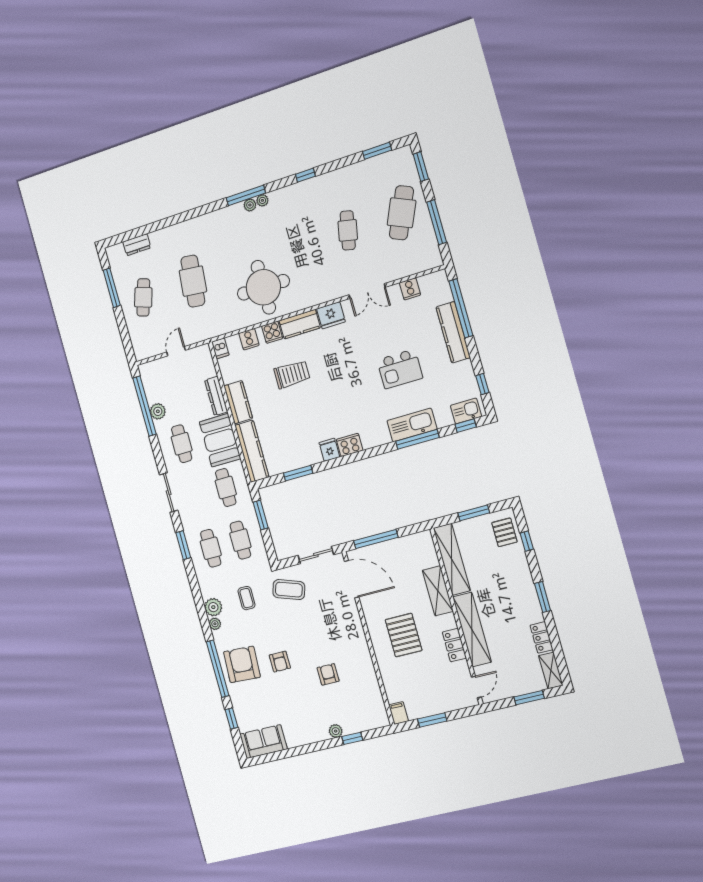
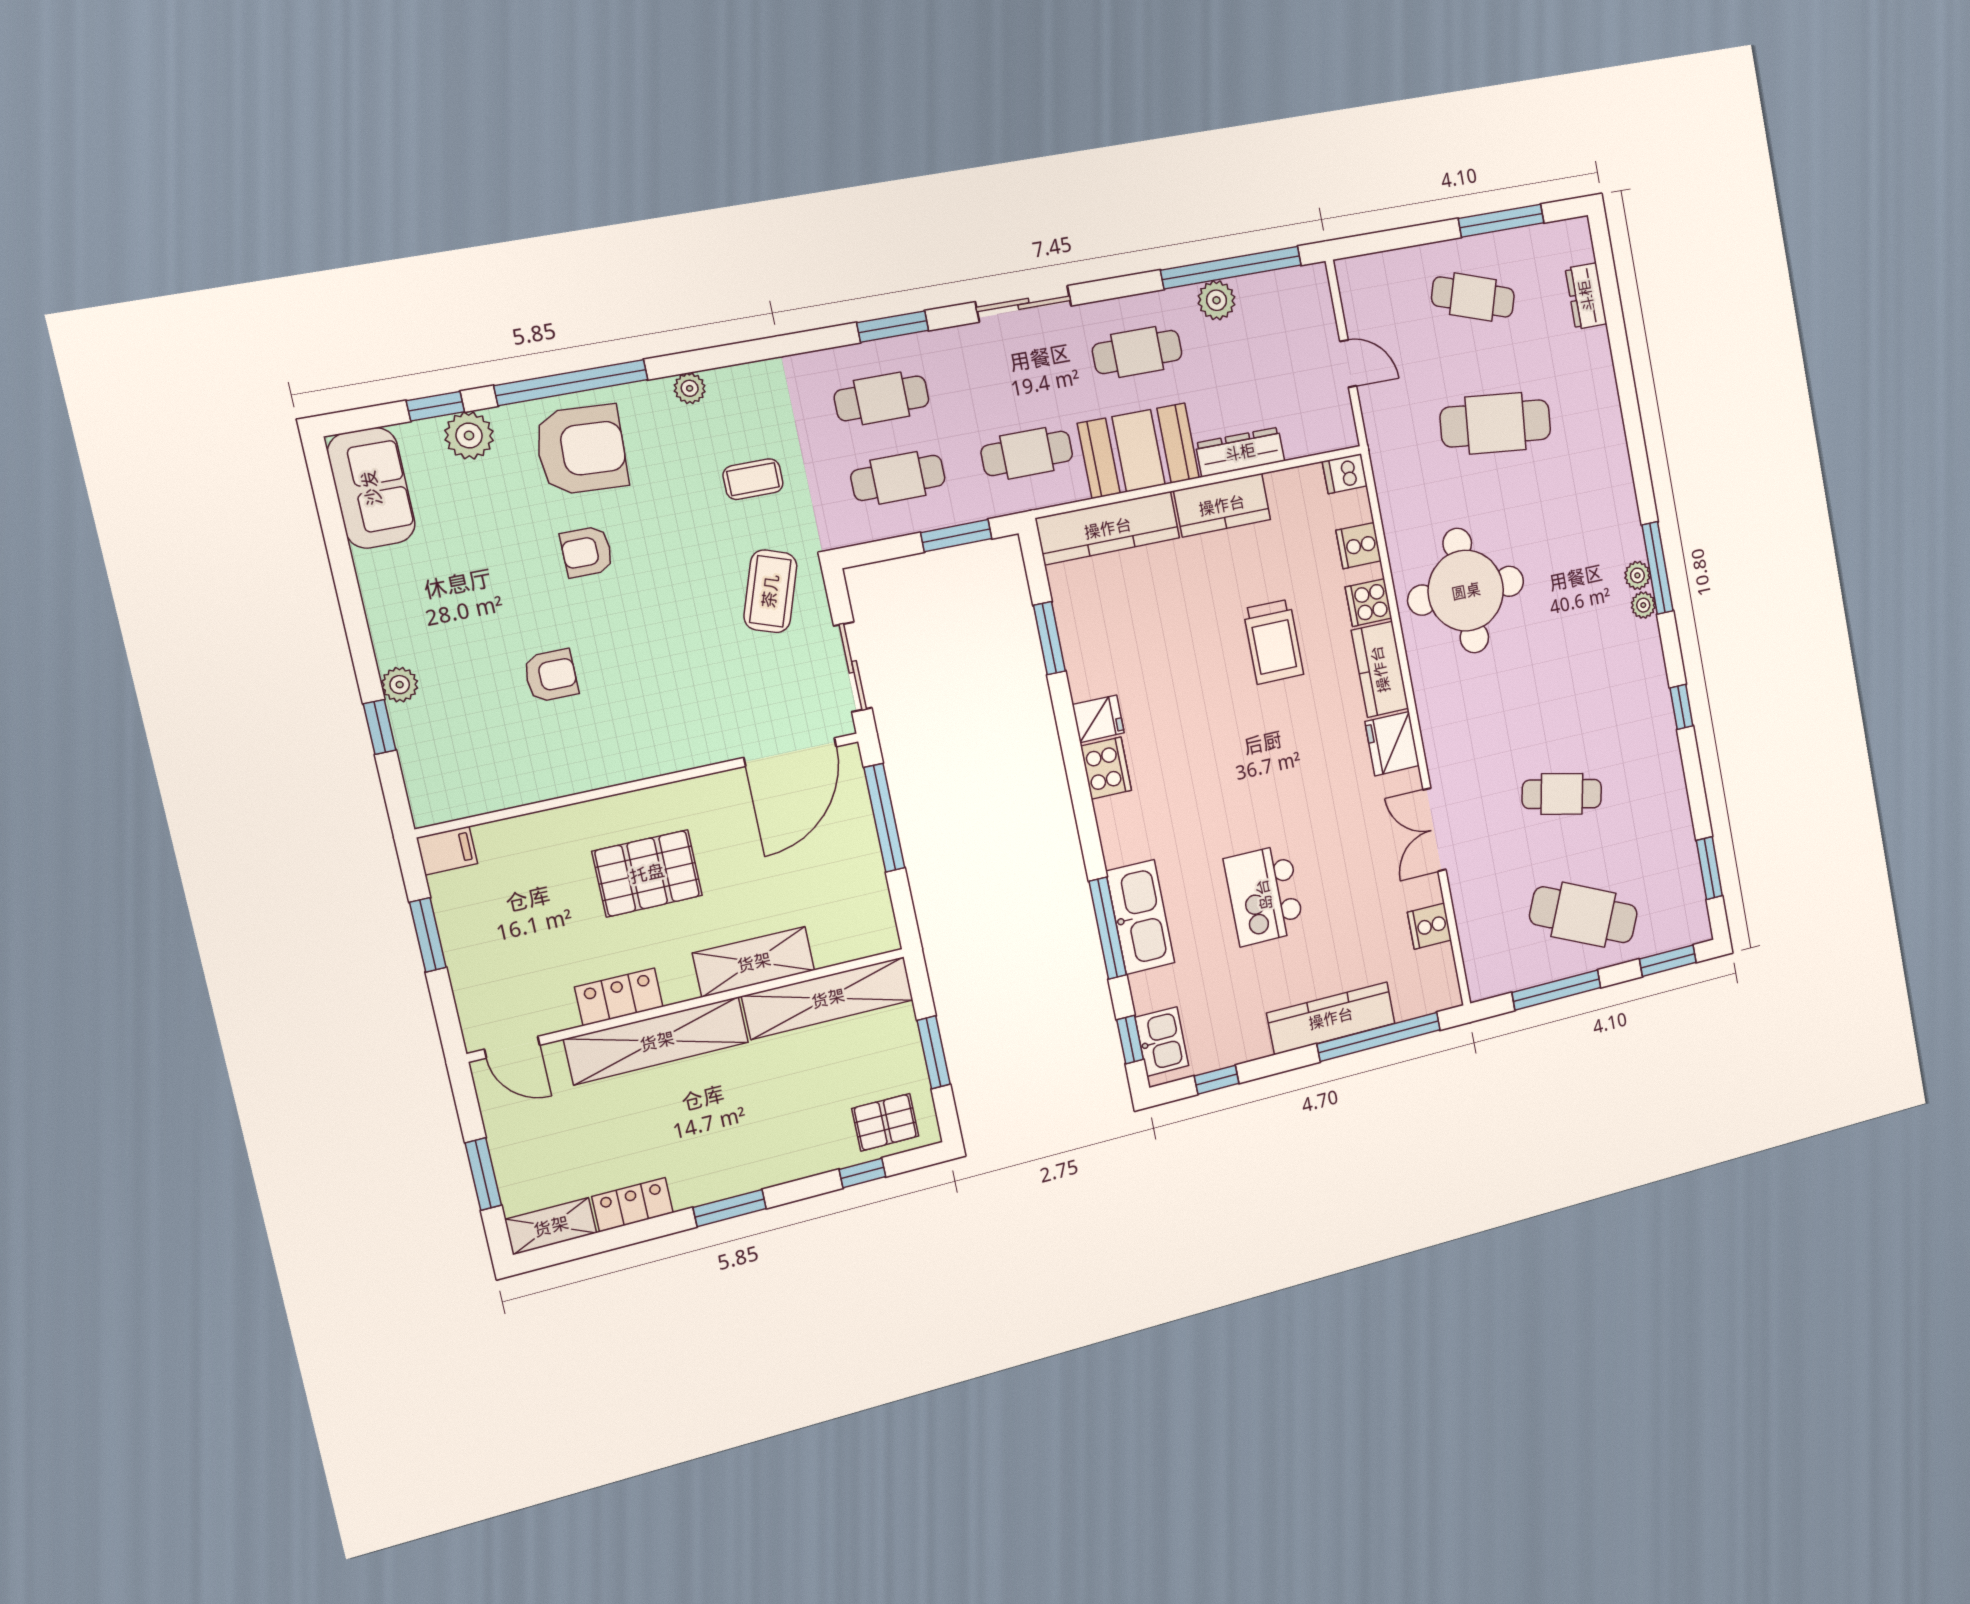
plant: (213, 607) -> (469, 435), moved

